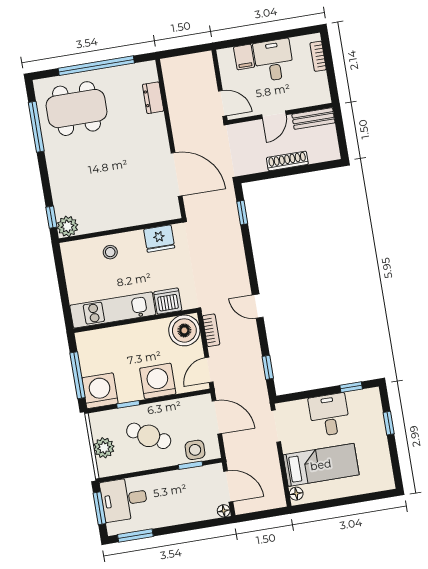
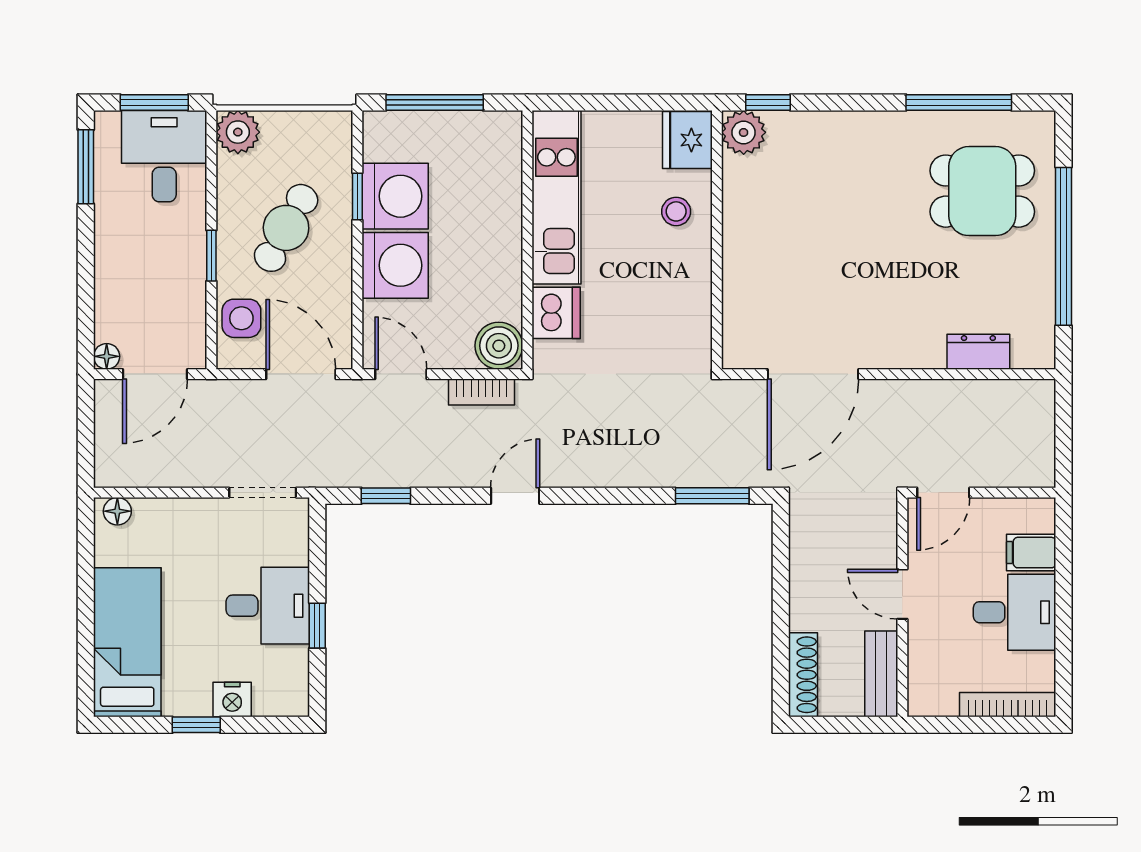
bookcase: (318, 56) -> (1007, 705), width x1.56
dining table: (77, 109) -> (982, 191), width x0.73
shoe rack: (287, 161) -> (803, 675), moved
window: (242, 213) -> (712, 496), width x1.50
fridge: (159, 239) -> (687, 140), moved
boiler: (184, 330) -> (499, 346), width x0.73, depth x0.73
window: (351, 387) -> (317, 626), moved
washing machine: (100, 391) -> (395, 196), moved
door: (217, 417) -> (301, 374), swing flipped
window: (389, 423) -> (196, 725), moved
nightstand: (376, 424) -> (232, 699), added
plant: (104, 448) -> (238, 132), moved
window: (191, 465) -> (211, 256), moved
bed: (321, 465) -> (127, 642), moved, turned 180

